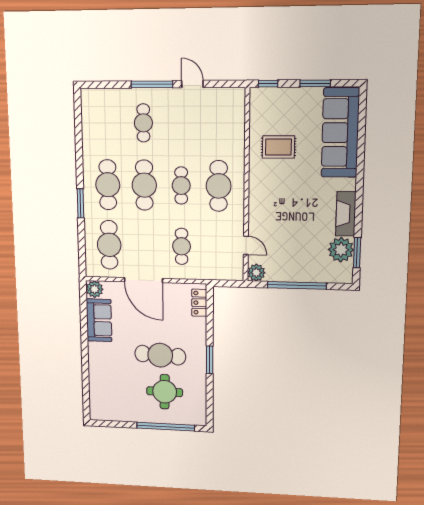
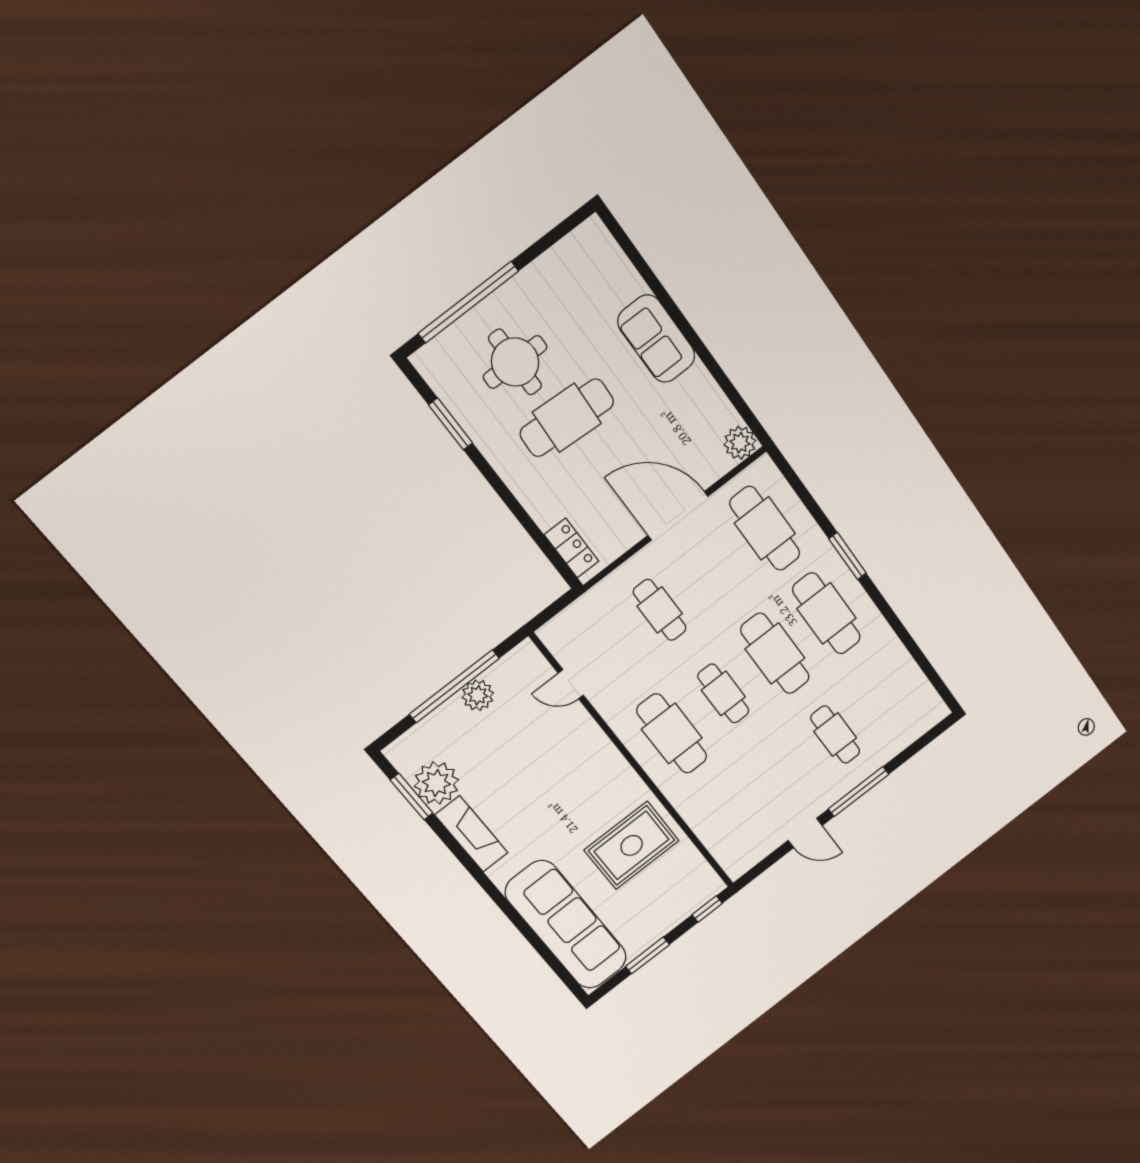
rug: (278, 147) -> (632, 845), width x1.36, depth x1.43
plant: (256, 273) -> (478, 695), moved
sofa: (99, 320) -> (656, 339), moved
window: (210, 360) -> (451, 424), moved

